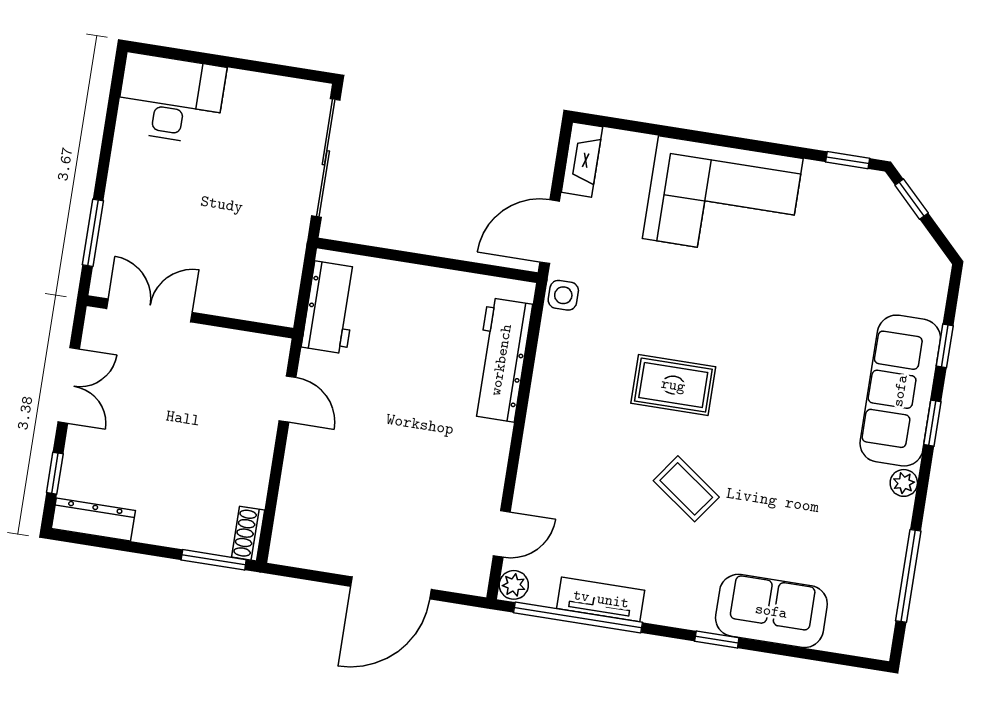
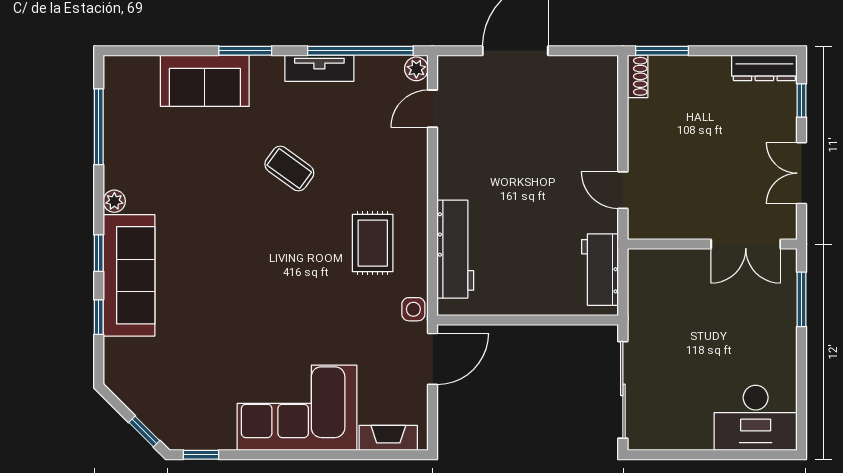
fireplace: (582, 160) -> (388, 438), moved, turned 90
rug: (673, 385) -> (373, 243), moved, turned 90
tv unit: (601, 599) -> (319, 68), moved
window: (717, 640) -> (245, 51), width x1.50

